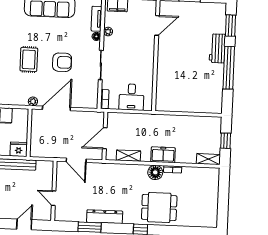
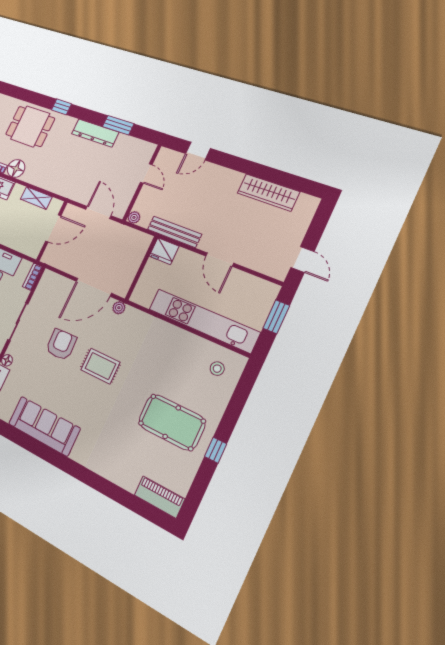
rug: (29, 59) -> (100, 366), turned 90
armchair: (62, 62) -> (61, 345), turned 88
plant: (49, 165) -> (134, 217), added

